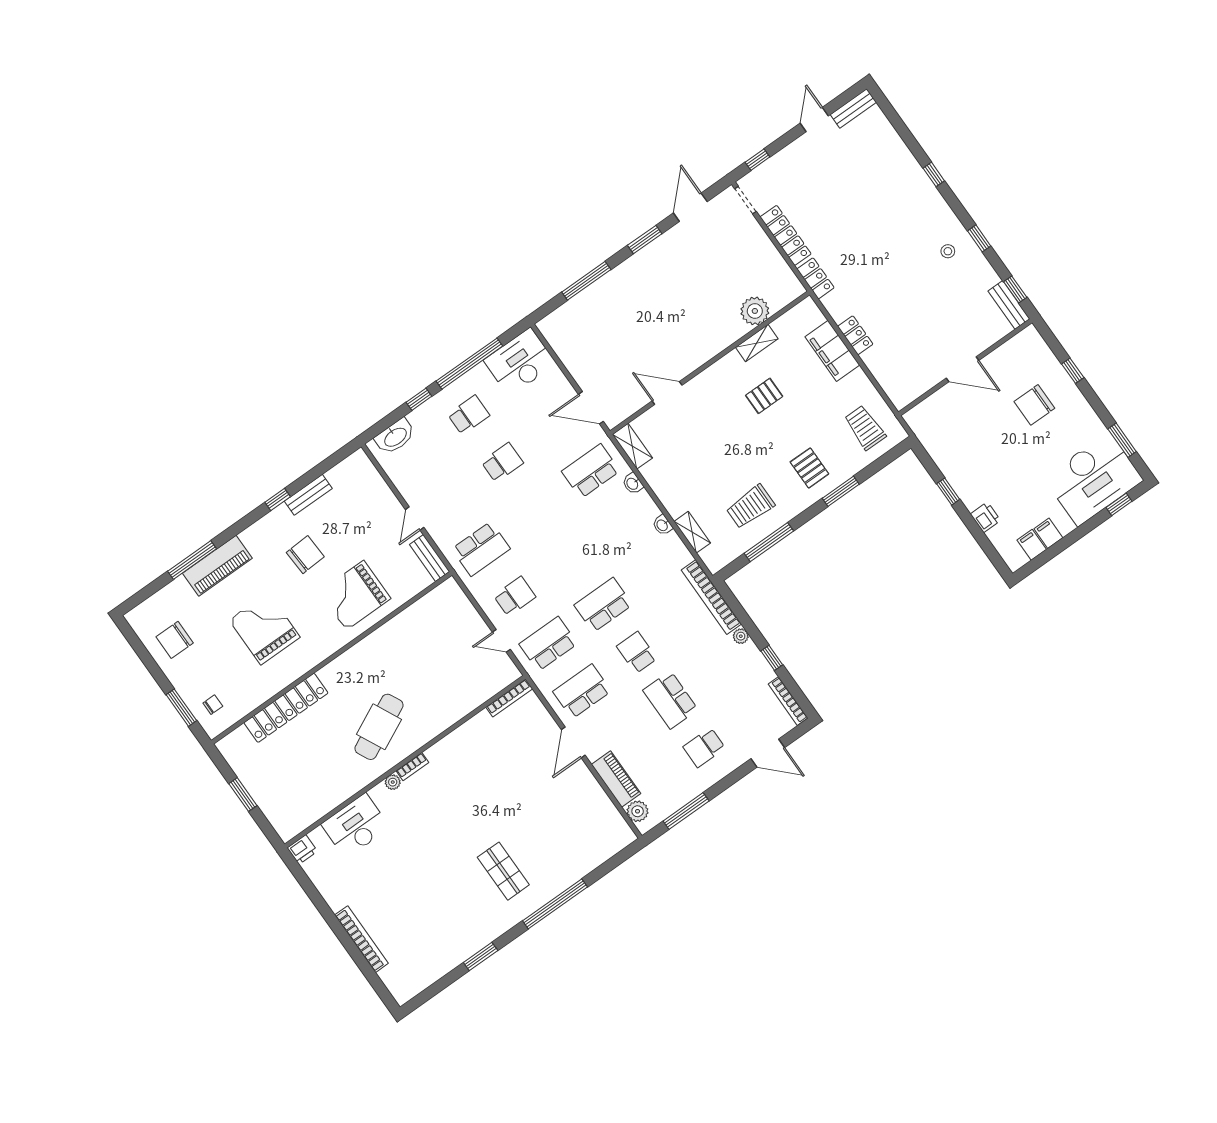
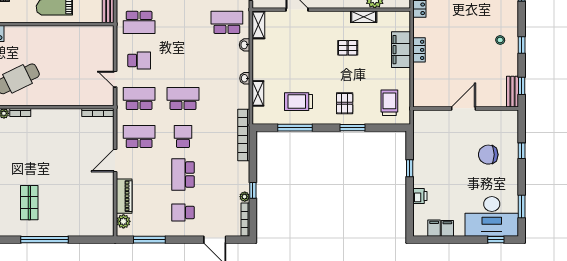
door: (963, 369) -> (463, 108), swing flipped
plant: (741, 636) -> (245, 197), moved

